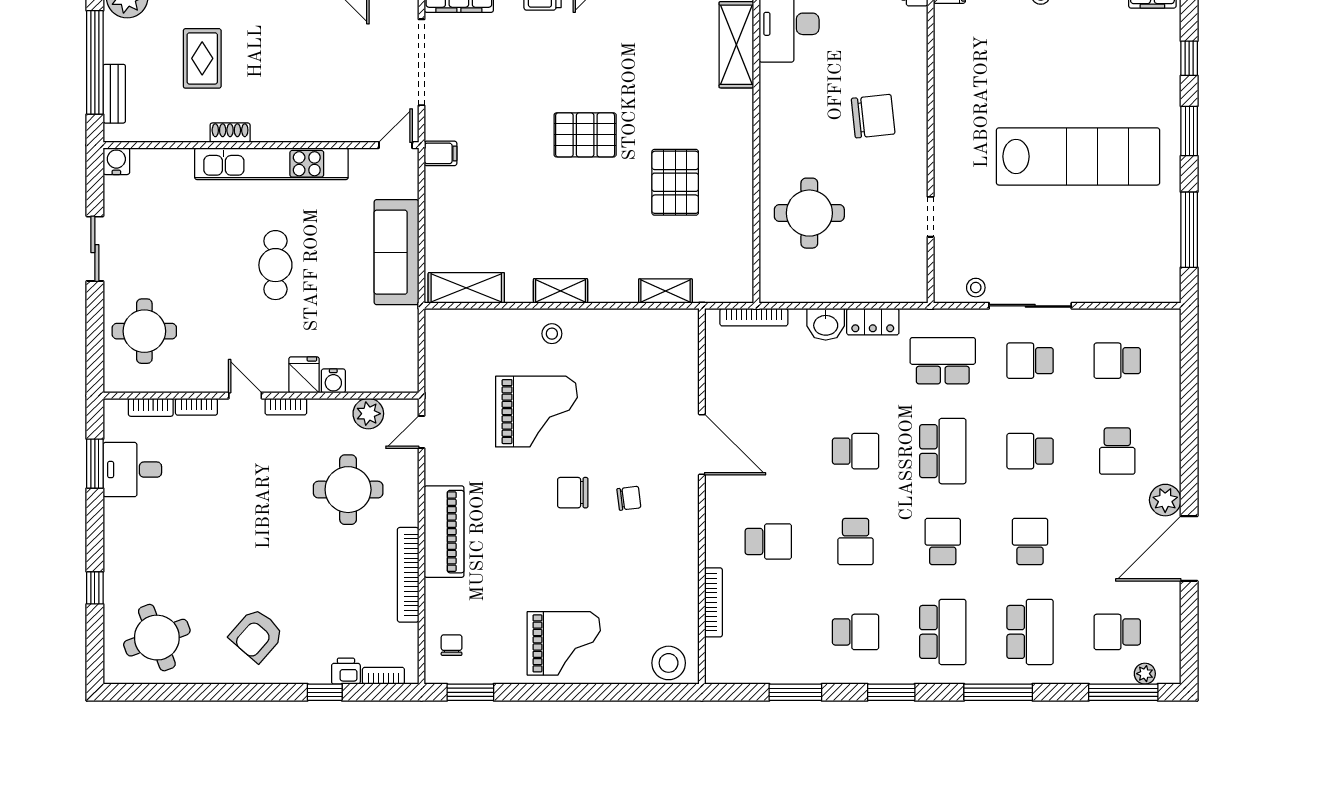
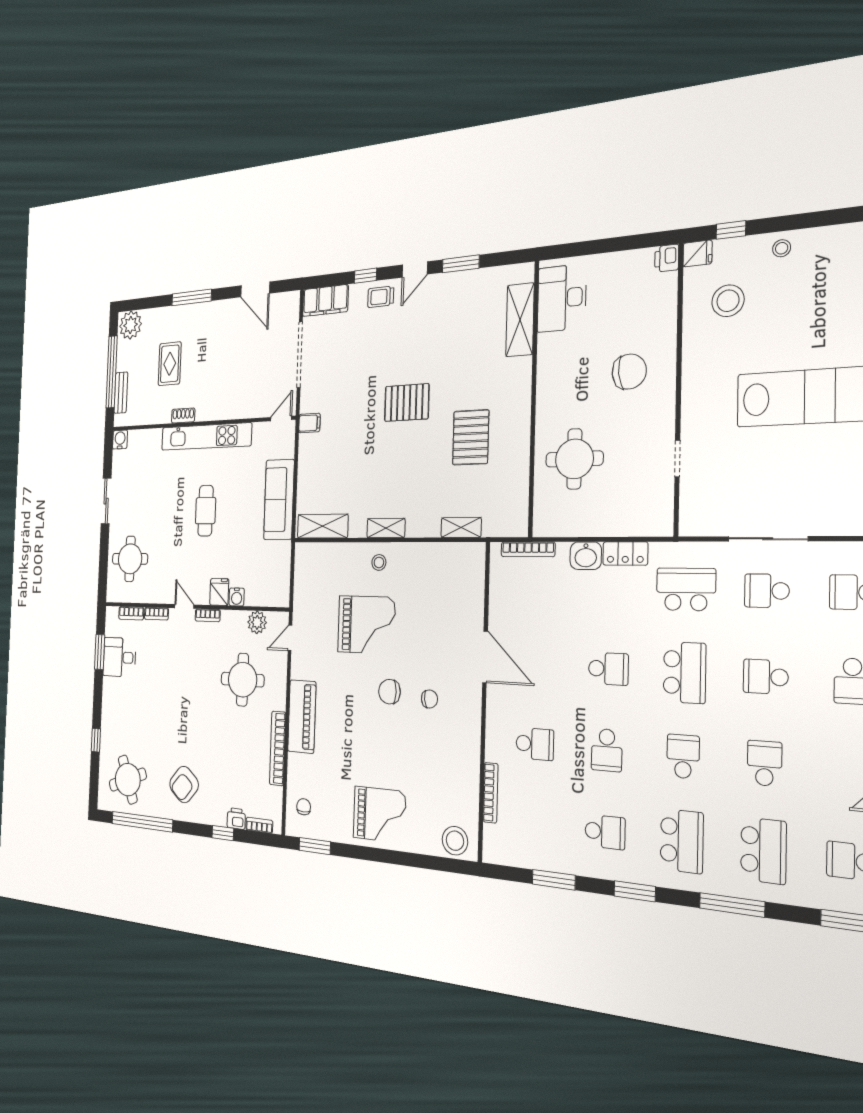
stool: (976, 288) -> (728, 301), moved, width x1.89, depth x1.89
window: (186, 692) -> (142, 822), added

